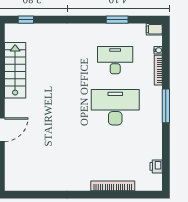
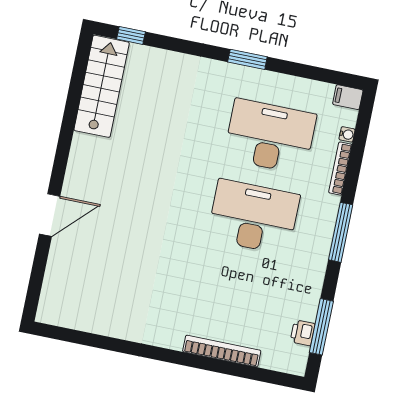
window: (117, 20) -> (247, 59), moved
desk: (115, 60) -> (270, 136), width x1.36, depth x1.30
stairs: (15, 70) -> (102, 86), moved
window: (166, 161) -> (321, 327), added

